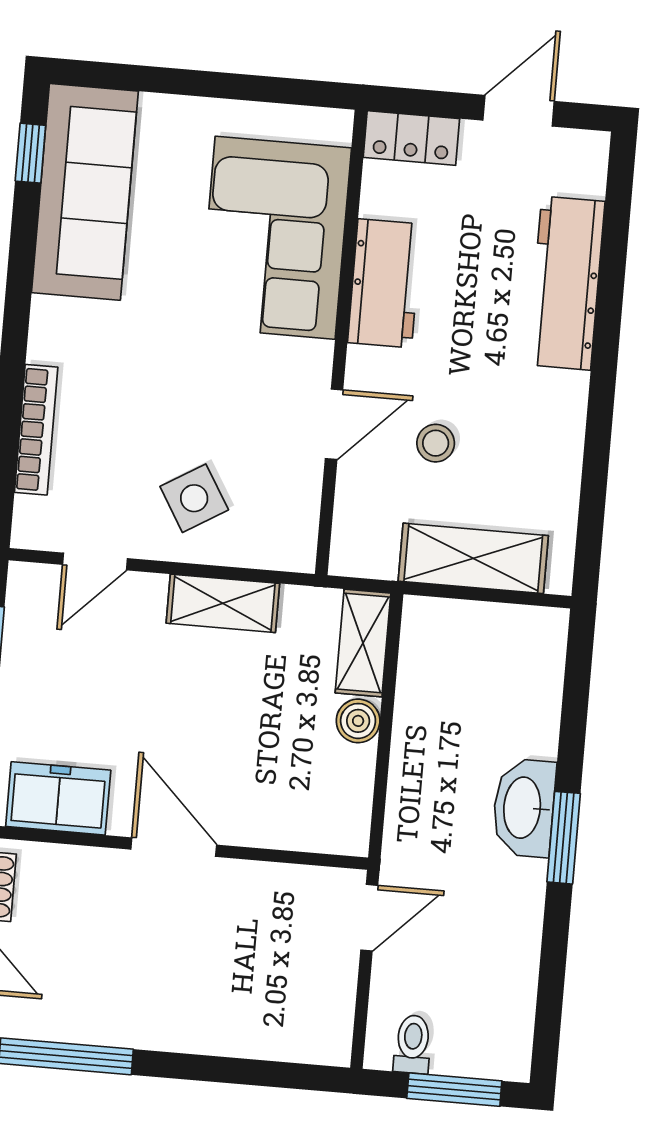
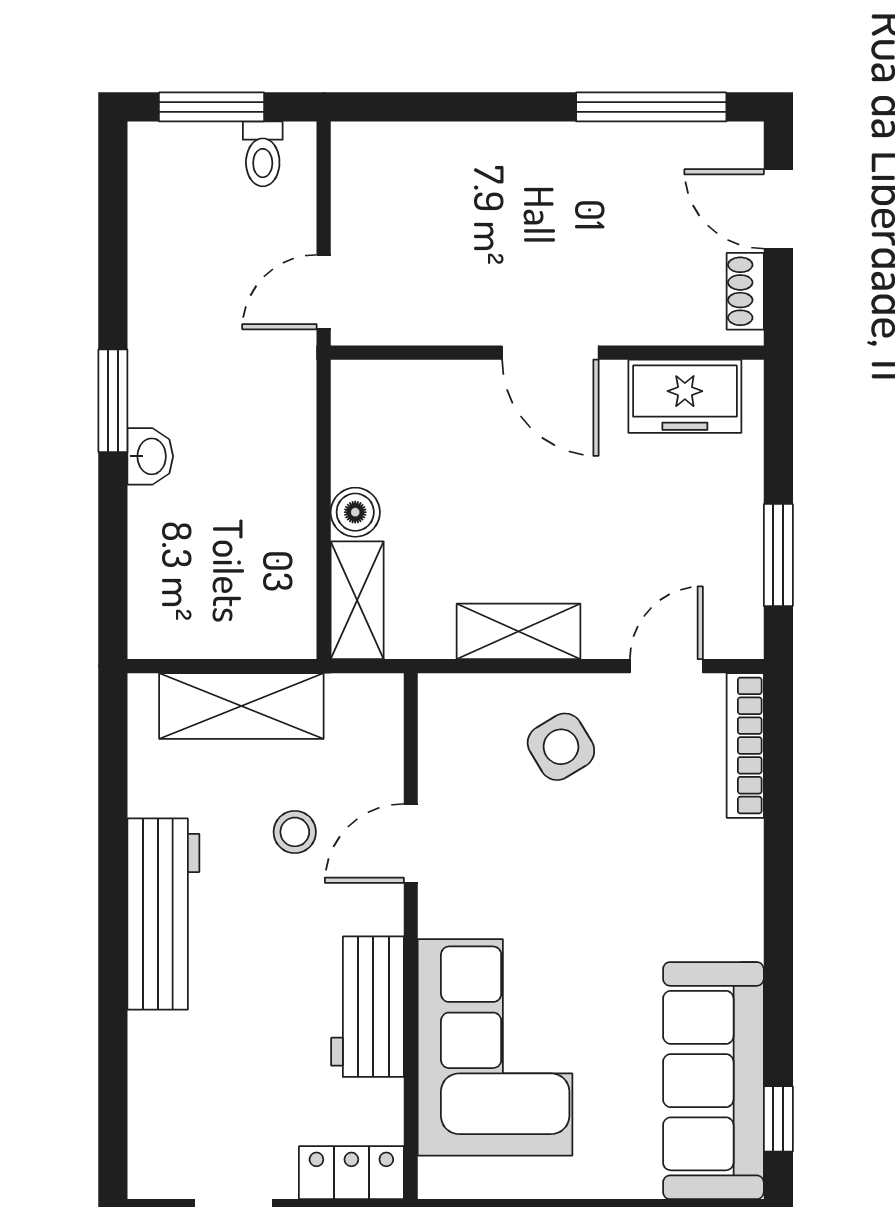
workbench: (566, 283) -> (163, 914), moved
bookcase: (36, 430) -> (745, 745), moved
washbasin: (524, 808) -> (150, 456), width x0.52, depth x0.69

